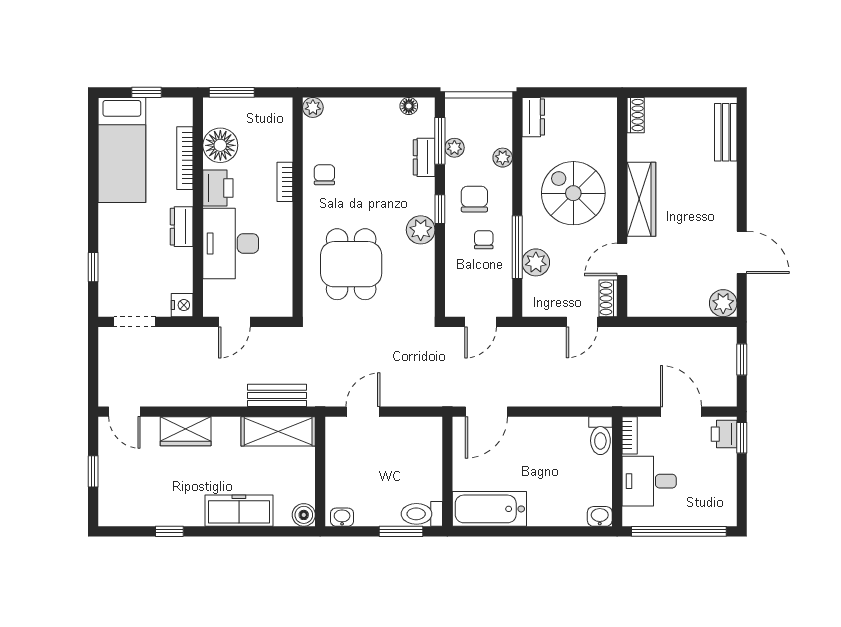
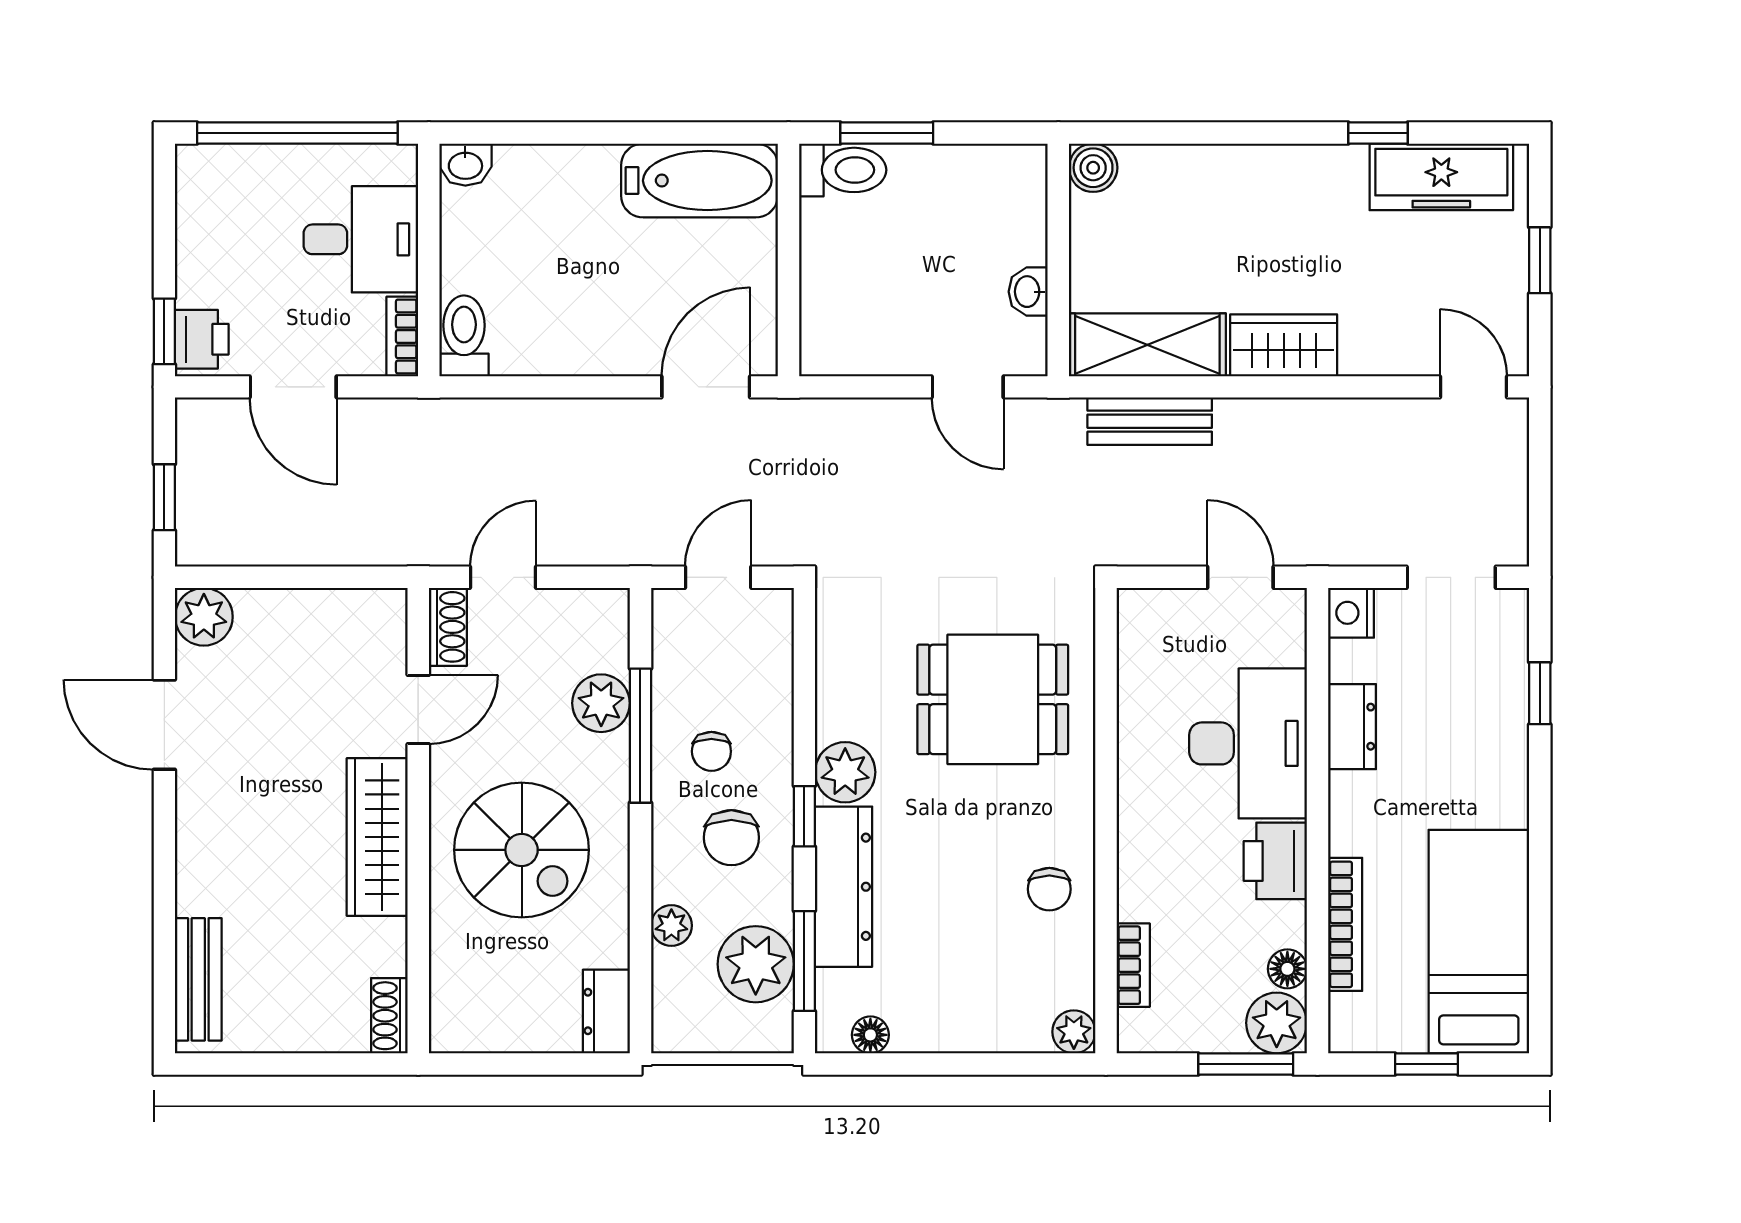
plant: (217, 112) -> (1277, 1023), added
floor lamp: (220, 145) -> (1287, 969), width x0.53, depth x0.53
plant: (454, 148) -> (756, 964), width x1.88, depth x1.88
dresser: (424, 157) -> (844, 887), width x1.96, depth x1.24
bookcase: (285, 182) -> (1133, 965), moved
dresser: (182, 227) -> (1352, 727), moved
dining table: (351, 264) -> (993, 699), turned 90
door: (234, 322) -> (1240, 577), hinge flipped
door: (363, 412) -> (968, 387), hinge flipped
wardrobe: (186, 431) -> (1284, 345), moved
freezer: (239, 511) -> (1441, 177), moved
washbasin: (342, 517) -> (1028, 292), moved, turned 90

